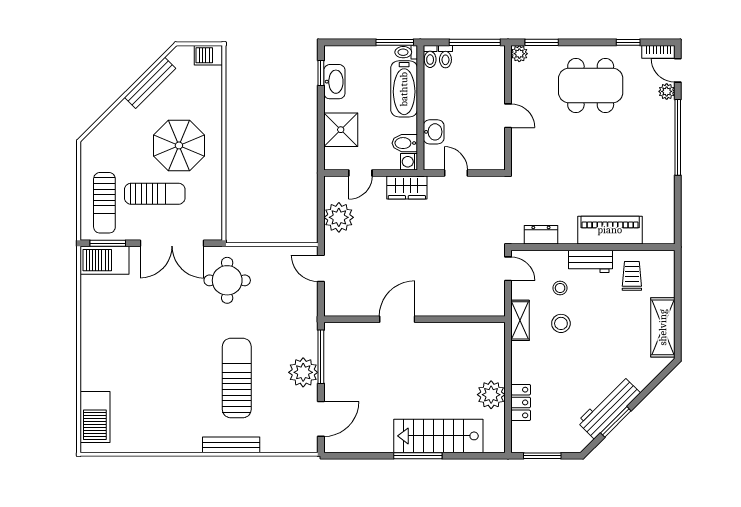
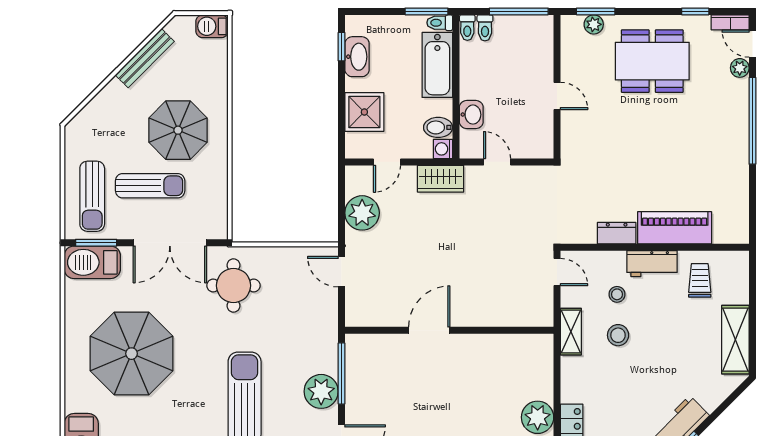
plant: (519, 54) -> (594, 24), moved
dresser: (541, 235) -> (617, 233), moved
parasol: (139, 339) -> (132, 354), added

